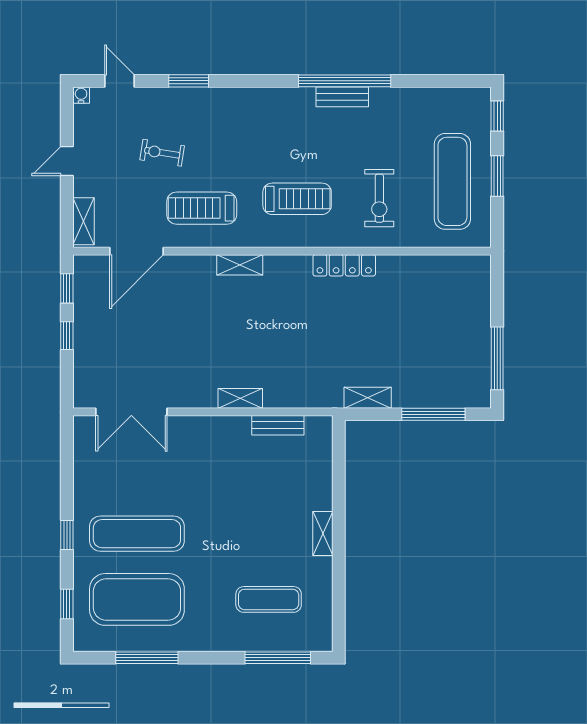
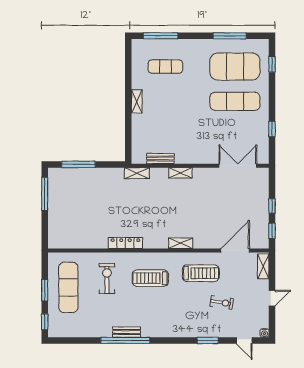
shelving: (368, 398) -> (137, 173), moved
window: (67, 535) -> (272, 129), moved

